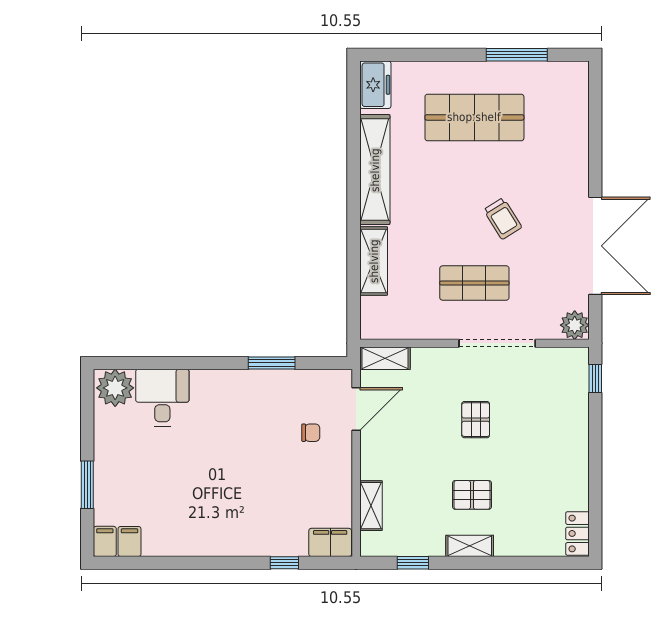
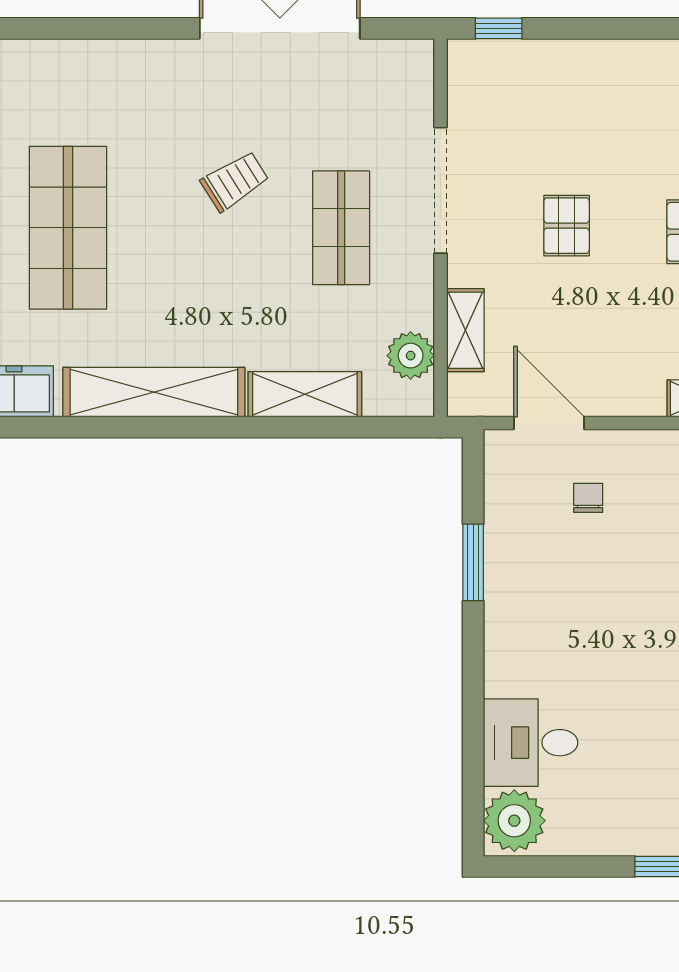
plant: (575, 325) -> (411, 356), moved
shelving: (385, 358) -> (465, 330), moved
pallet: (476, 420) -> (567, 226), turned 90

